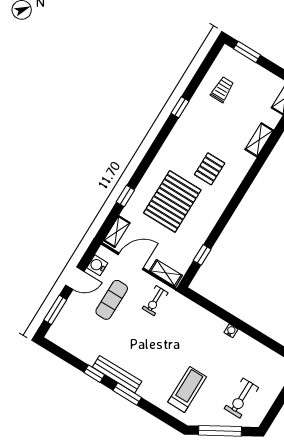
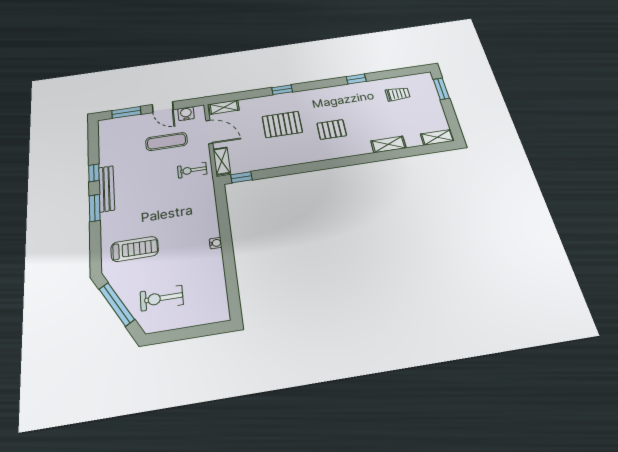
window: (125, 196) -> (282, 90), moved
pallet: (172, 201) -> (282, 124), width x0.73, depth x0.71
window: (202, 255) -> (241, 177), moved

